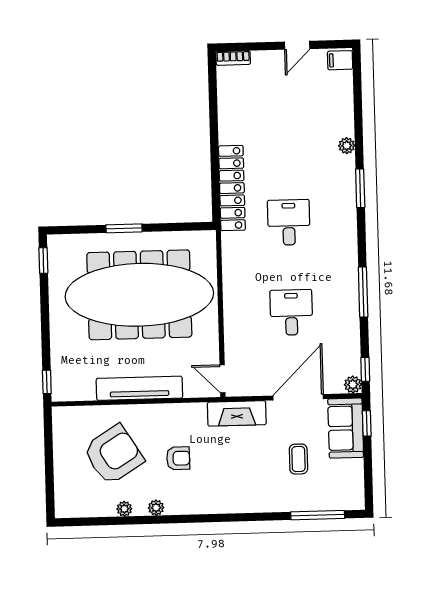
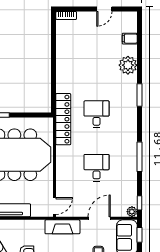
filing cabinet: (340, 60) -> (130, 39), moved
plant: (347, 146) -> (128, 65), width x1.88, depth x1.88
locker: (232, 188) -> (63, 119), moved
door: (222, 379) -> (54, 206), swing flipped
door: (298, 397) -> (99, 218), width x0.73

